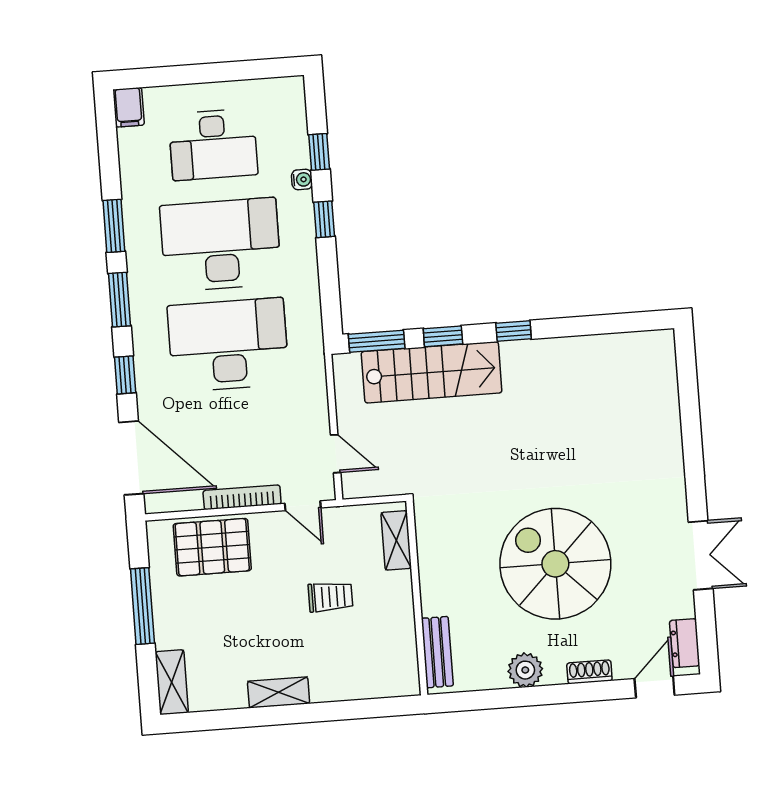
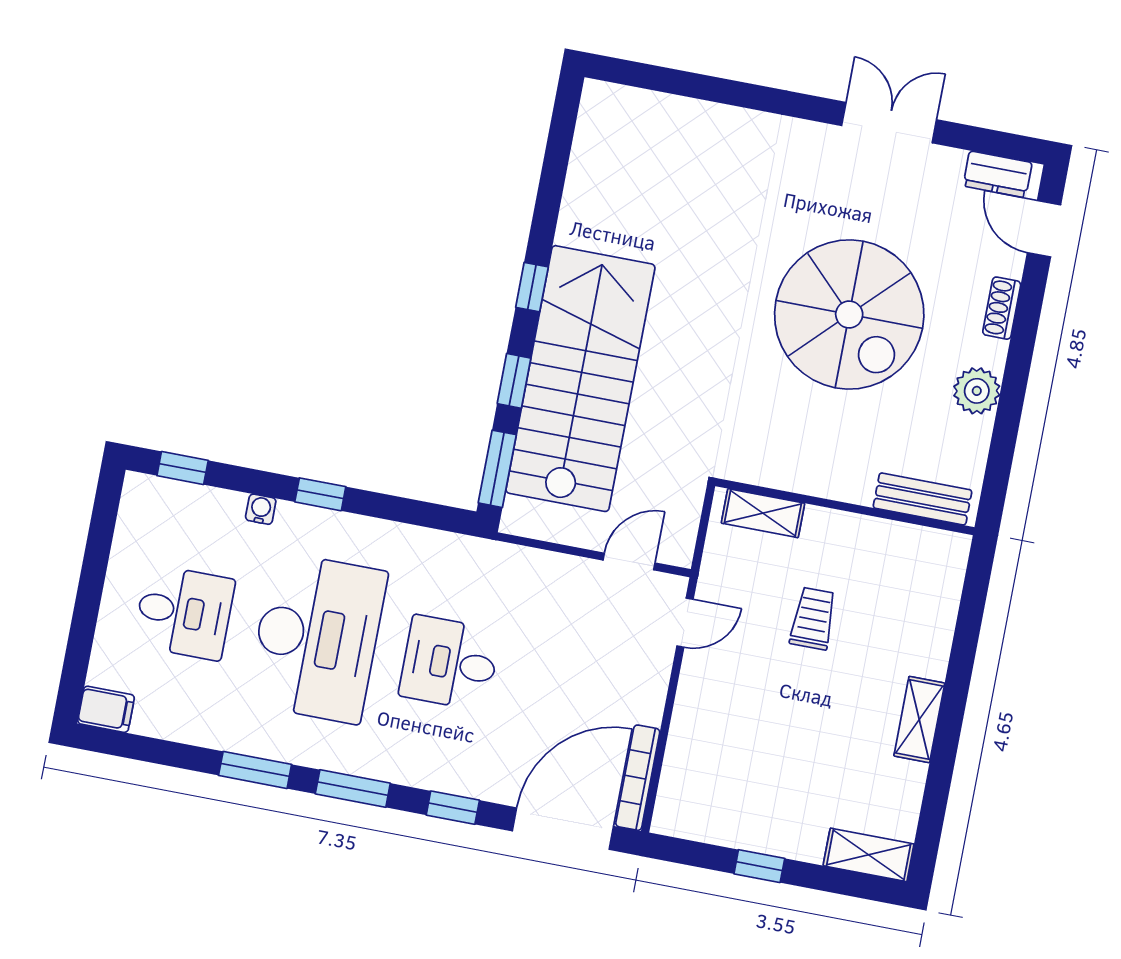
desk: (213, 144) -> (184, 612), width x0.73
window: (319, 152) -> (183, 468), moved
desk: (221, 245) -> (317, 638), turned 180
desk: (228, 345) -> (450, 663), width x0.53, depth x0.77
stairs: (432, 372) -> (580, 379), width x1.36, depth x1.51
bookcase: (242, 497) -> (638, 778), moved
pallet: (212, 547) -> (707, 755), removed
spiral stairs: (555, 564) -> (849, 314), turned -90
window: (142, 606) -> (759, 866), width x0.46

